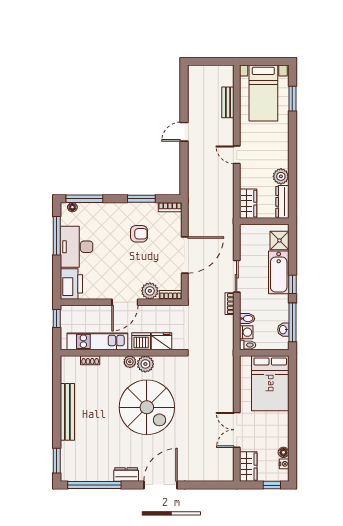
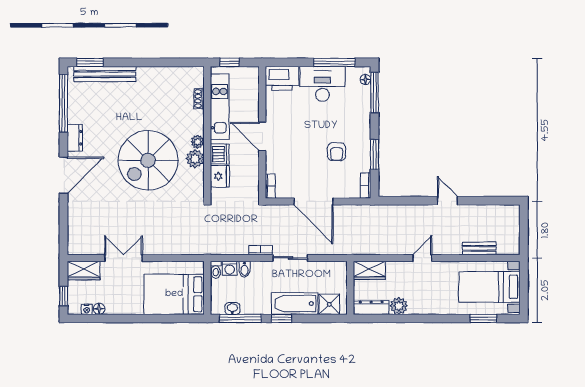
plant: (150, 291) -> (274, 164), removed
window: (57, 318) -> (230, 62), moved
bench: (67, 412) -> (105, 74), moved
door: (161, 485) -> (64, 175), hinge flipped

